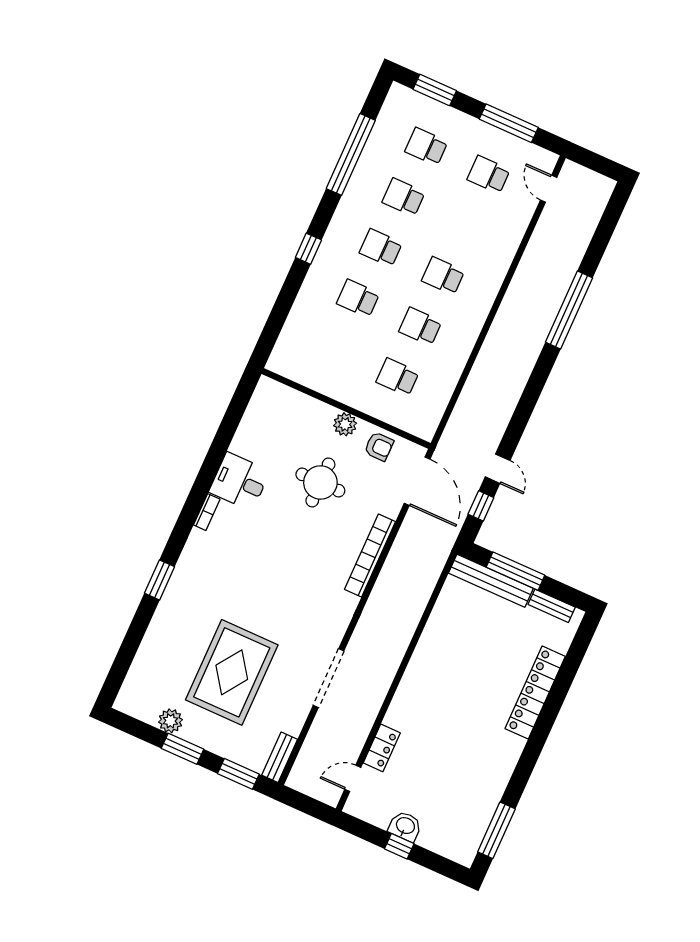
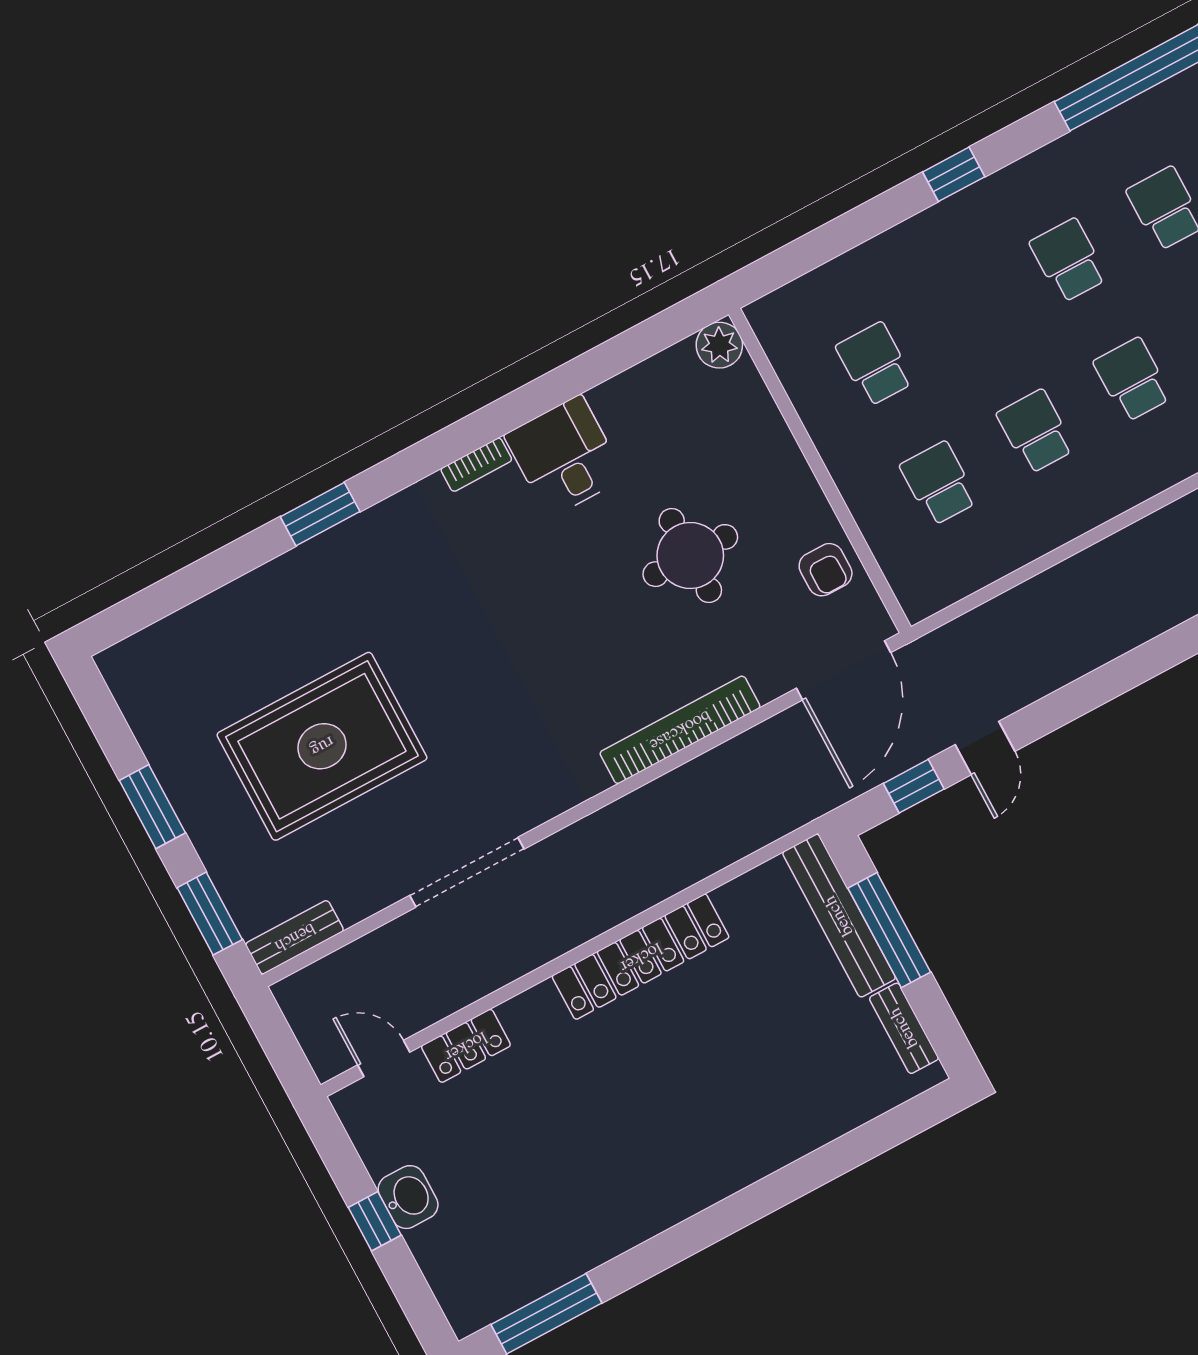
school desk: (358, 298) -> (875, 364), moved
plant: (345, 424) -> (719, 345), moved
locker: (535, 692) -> (641, 957), moved, turned 180
plant: (170, 721) -> (167, 748), removed

